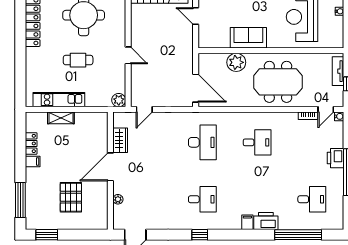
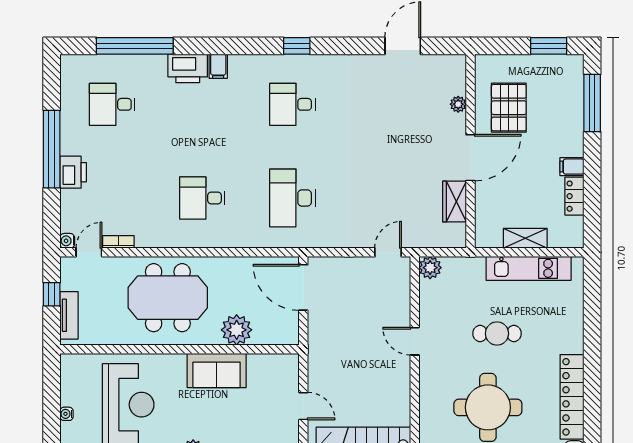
wardrobe: (120, 140) -> (454, 202), moved
door: (110, 167) -> (470, 158), moved
wall: (110, 171) -> (470, 151), moved
plant: (118, 199) -> (458, 104), moved

